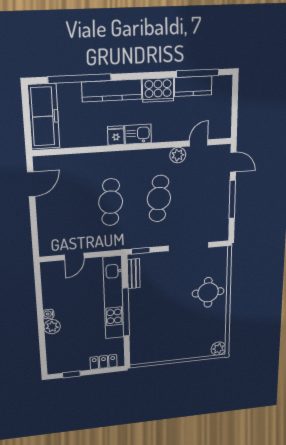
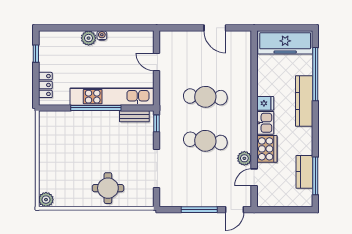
cooker: (158, 90) -> (267, 149), moved, turned 180
door: (199, 143) -> (254, 177), swing flipped
door: (31, 184) -> (215, 28), moved

